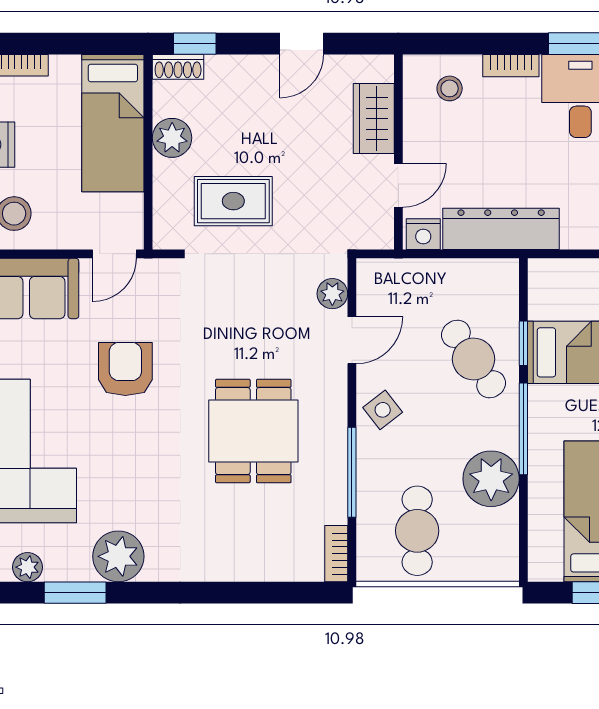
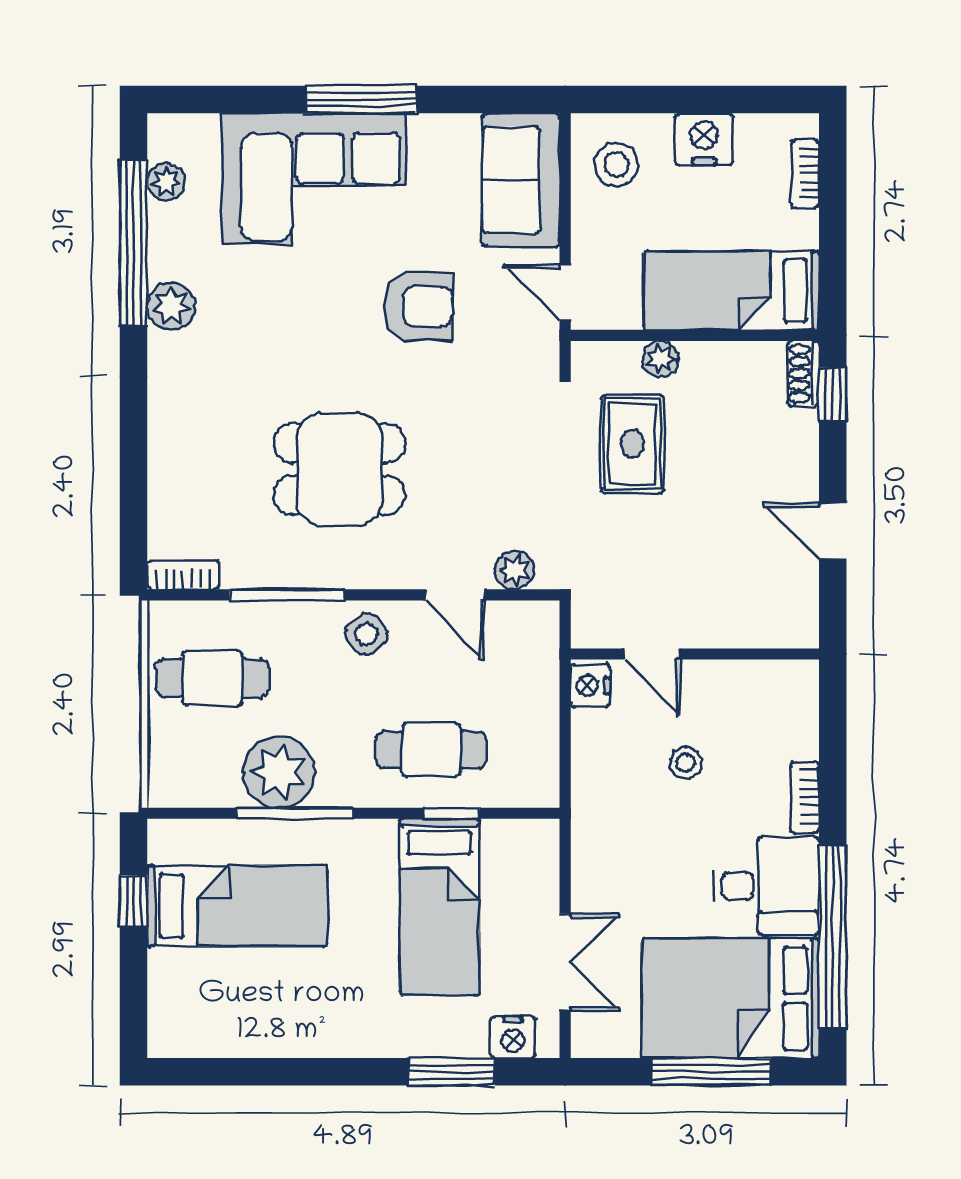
stool: (450, 88) -> (686, 763), moved
wardrobe: (374, 119) -> (737, 623), removed
plant: (172, 138) -> (661, 359), moved, width x0.73, depth x0.73
dresser: (501, 229) -> (597, 785), removed
cafe table: (473, 359) -> (431, 750), turned 35
window: (523, 429) -> (294, 813), moved
plant: (118, 556) -> (171, 306), width x0.73, depth x0.73
window: (75, 593) -> (134, 242), width x2.11

